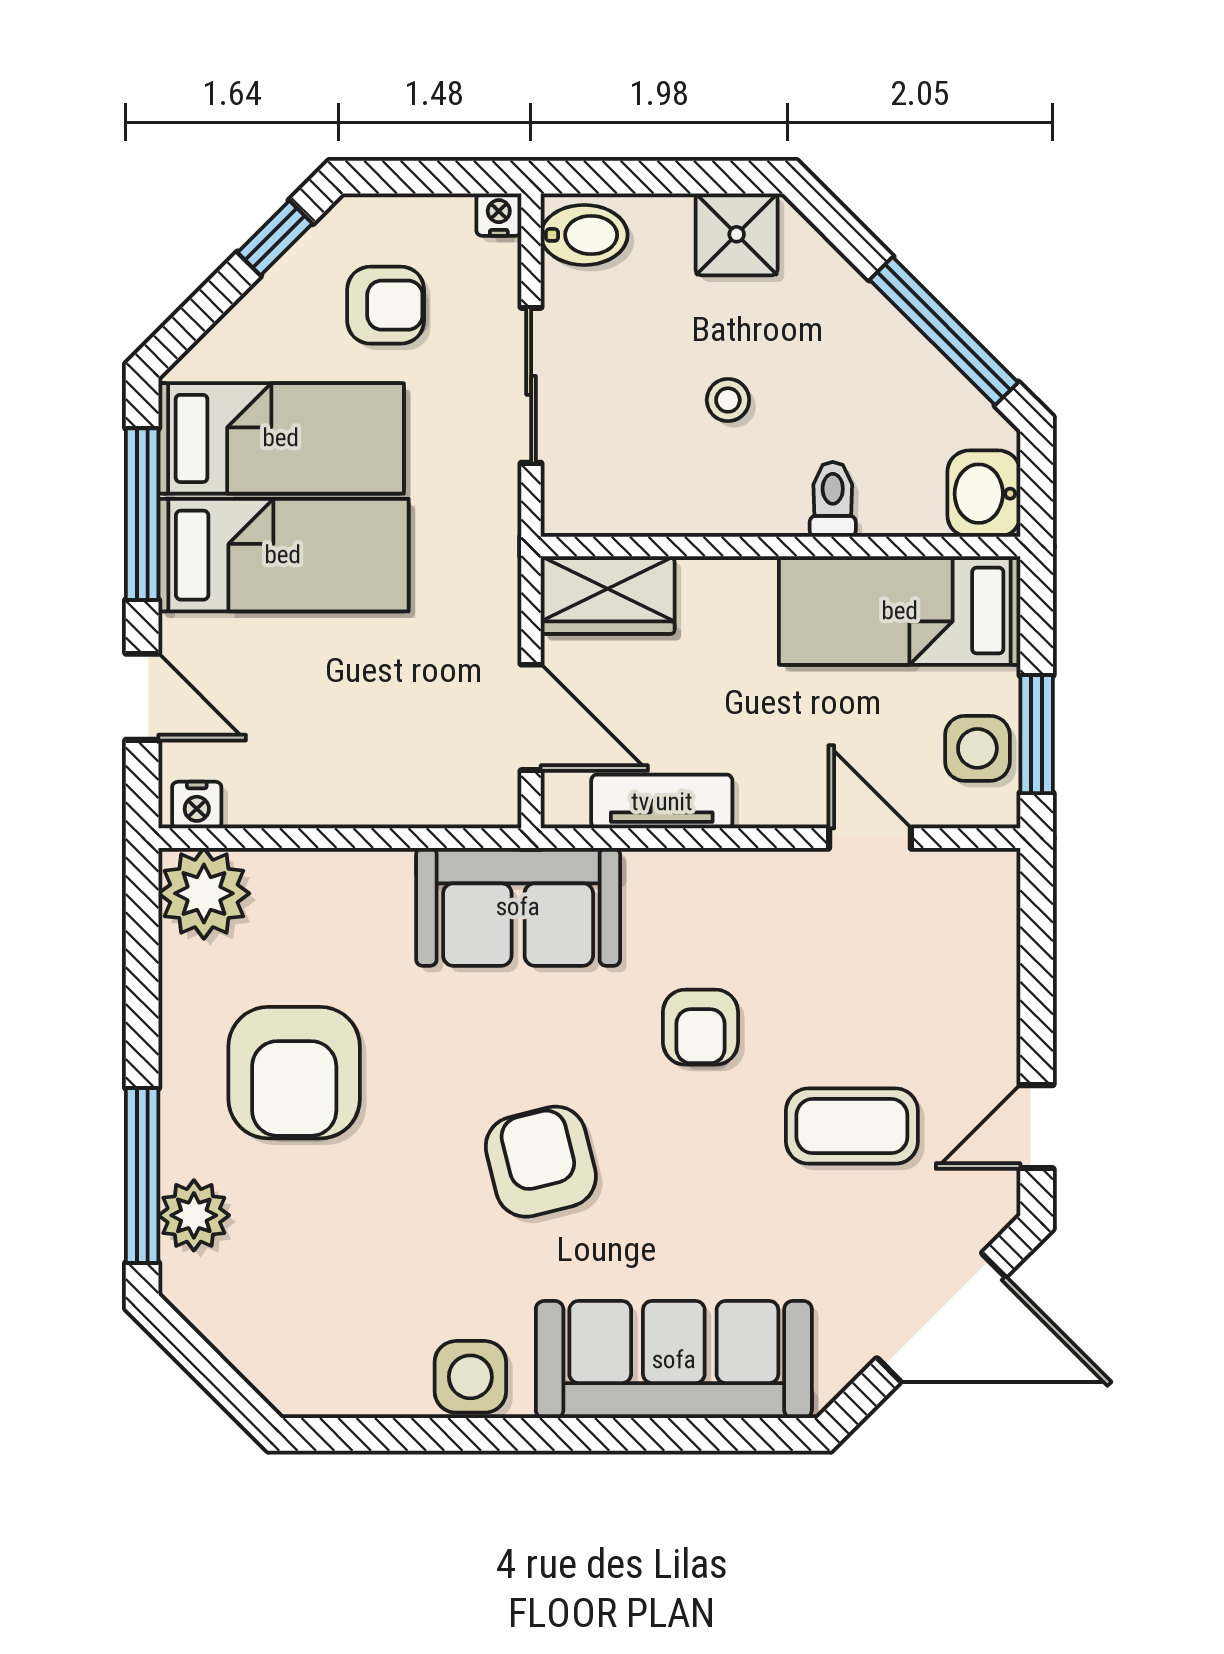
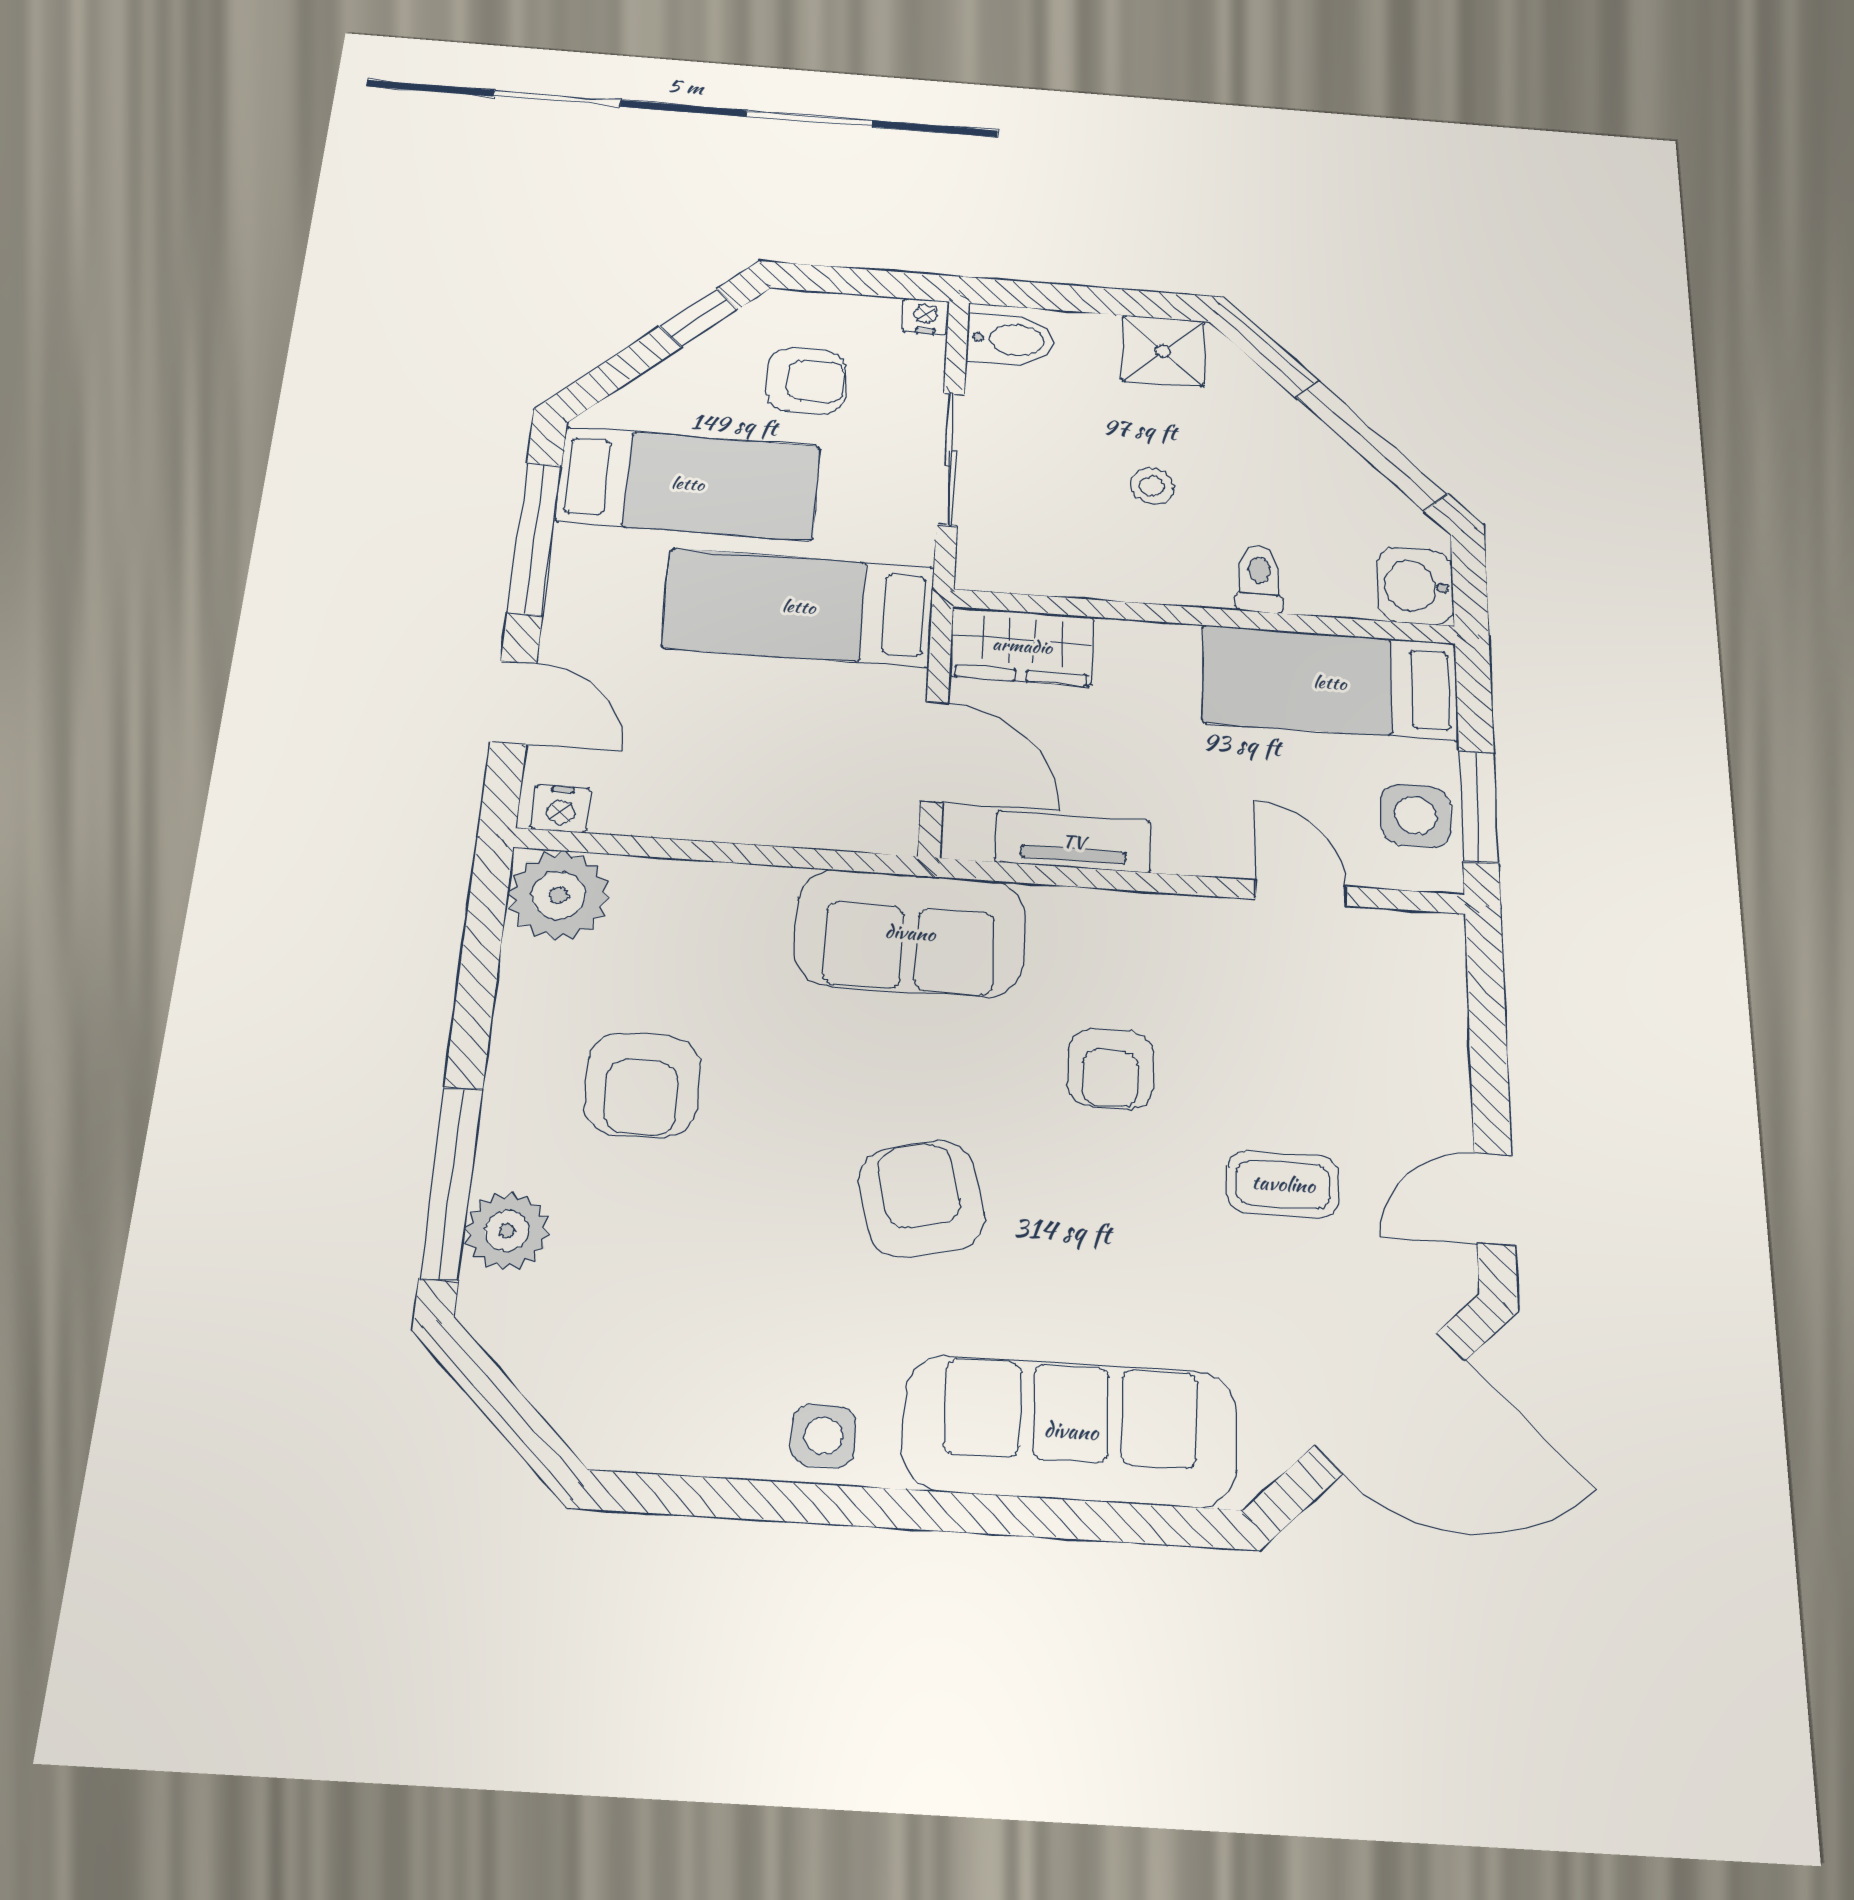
bed: (283, 555) -> (799, 607), moved, turned 180
armchair: (294, 1073) -> (642, 1085), width x0.73, depth x0.73
coffee table: (852, 1126) -> (1283, 1184), width x0.73, depth x0.77
side table: (470, 1377) -> (823, 1436), width x0.73, depth x0.73

